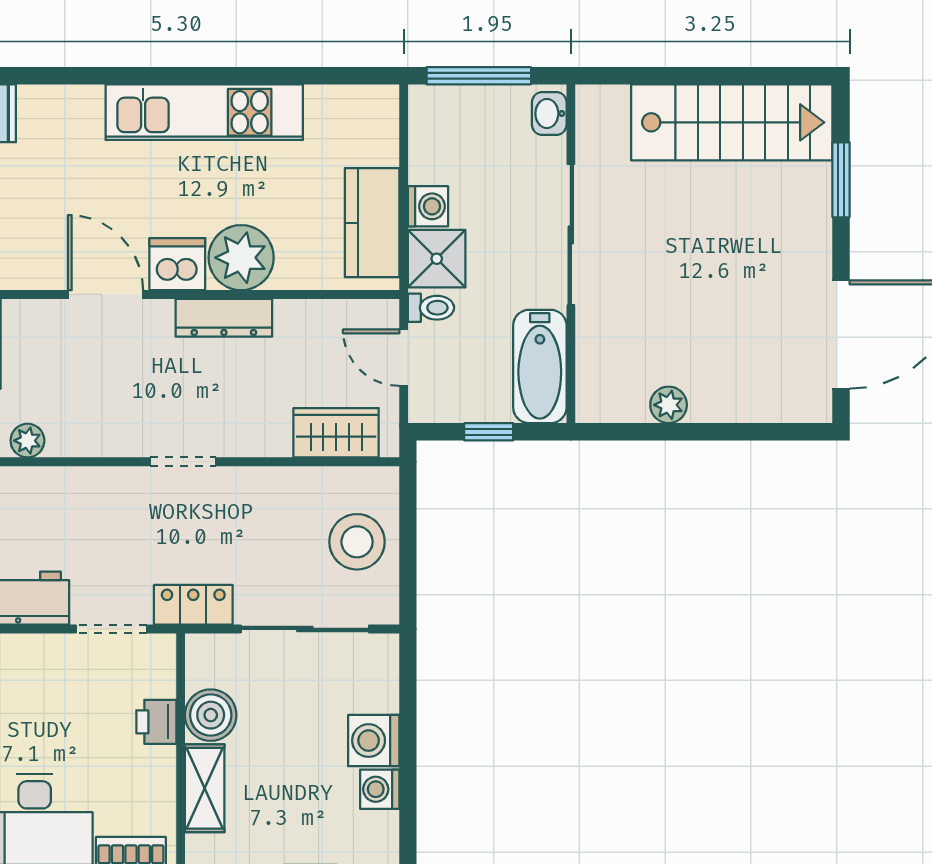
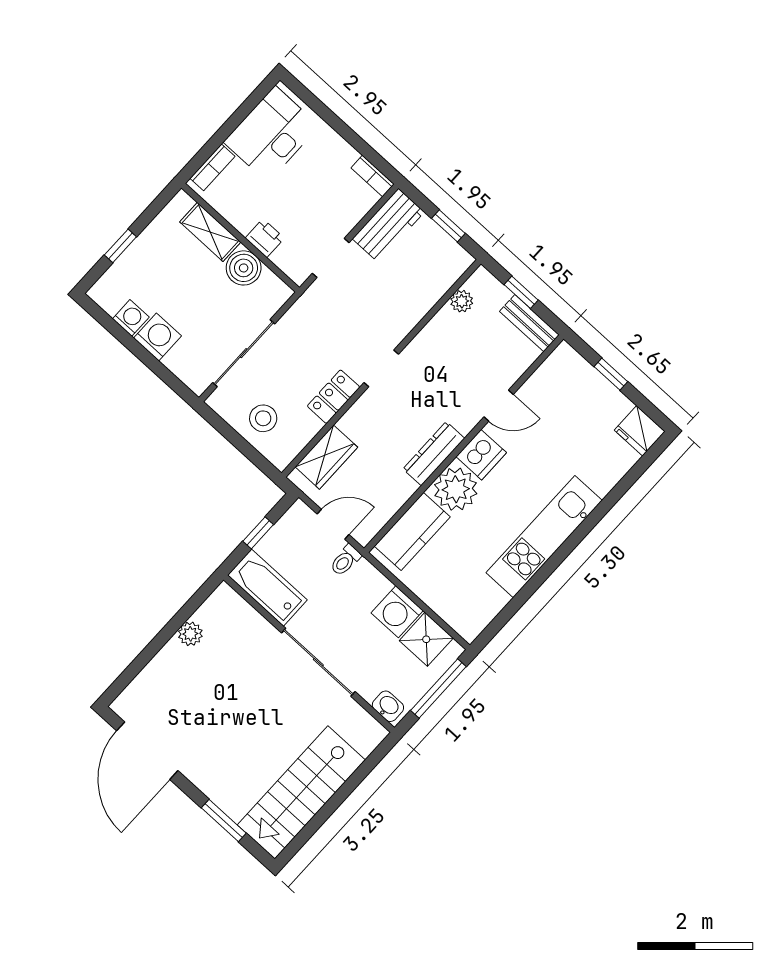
washing machine: (428, 206) -> (397, 612), width x1.38, depth x1.38
kitchen counter: (372, 223) -> (412, 532), moved, turned 90
shower: (437, 259) -> (426, 639), moved
door: (105, 294) -> (499, 406), width x0.73
stool: (357, 542) -> (263, 418), width x0.73, depth x0.73
locker: (193, 605) -> (334, 397), moved, turned 180

